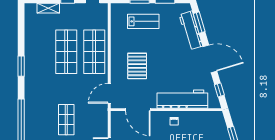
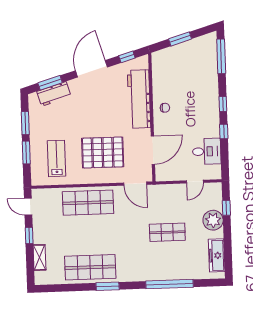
lab bench: (143, 21) -> (57, 158), moved
workbench: (191, 30) -> (54, 94), width x0.73
shop shelf: (66, 52) -> (90, 267), moved
pallet: (137, 66) -> (103, 153), width x1.37, depth x1.41

